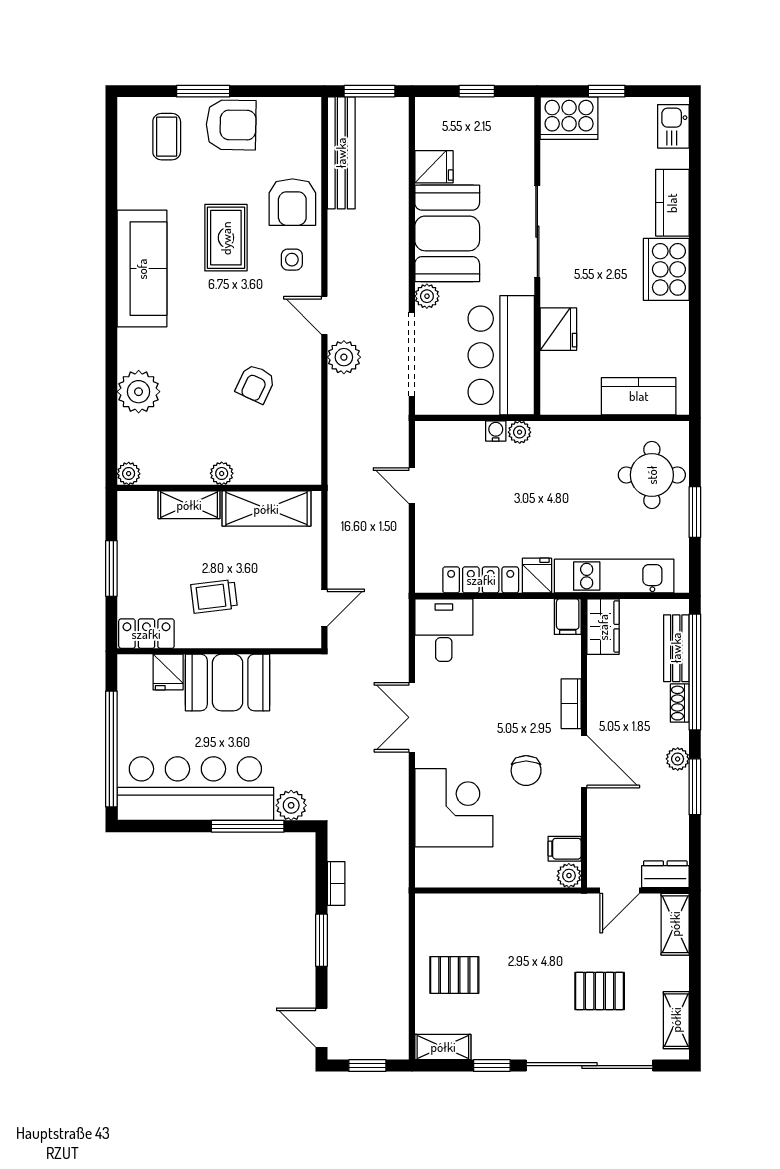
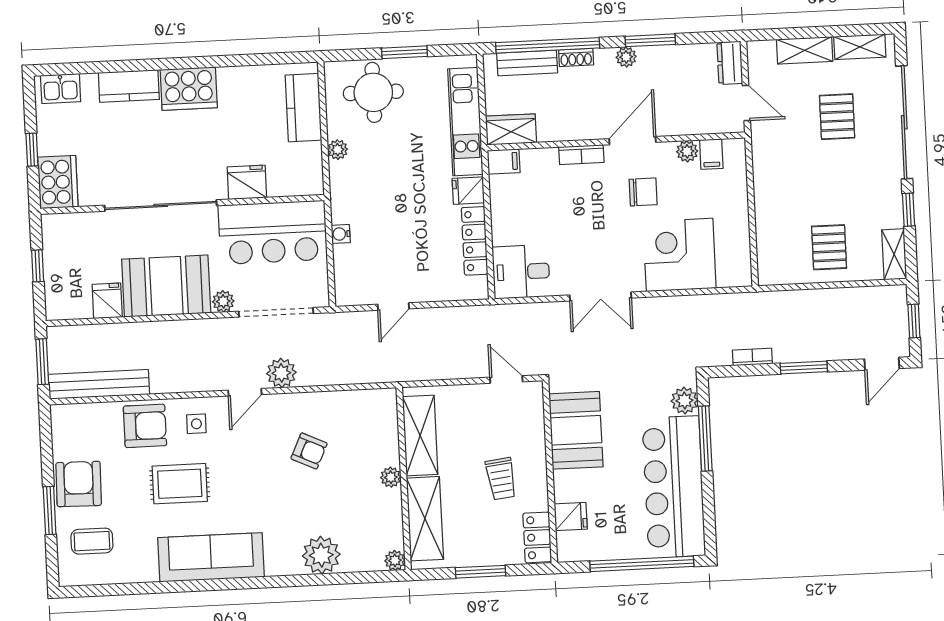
sliding door: (537, 232) -> (161, 205), width x1.36
plant: (520, 432) -> (338, 150), moved
shelving: (189, 505) -> (425, 519), width x1.50, depth x1.33
booth: (228, 682) -> (576, 430), moved
plant: (569, 876) -> (687, 151), moved
shelving: (675, 924) -> (805, 50), moved

